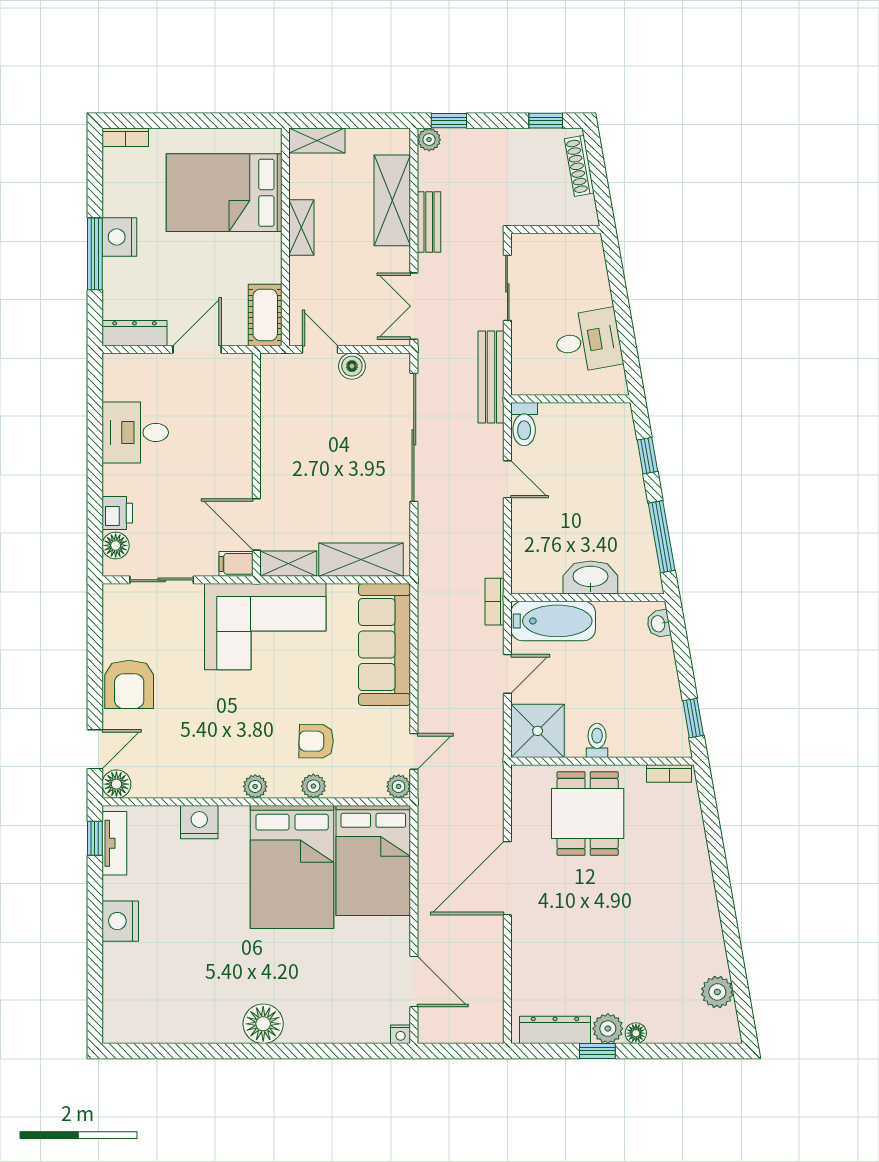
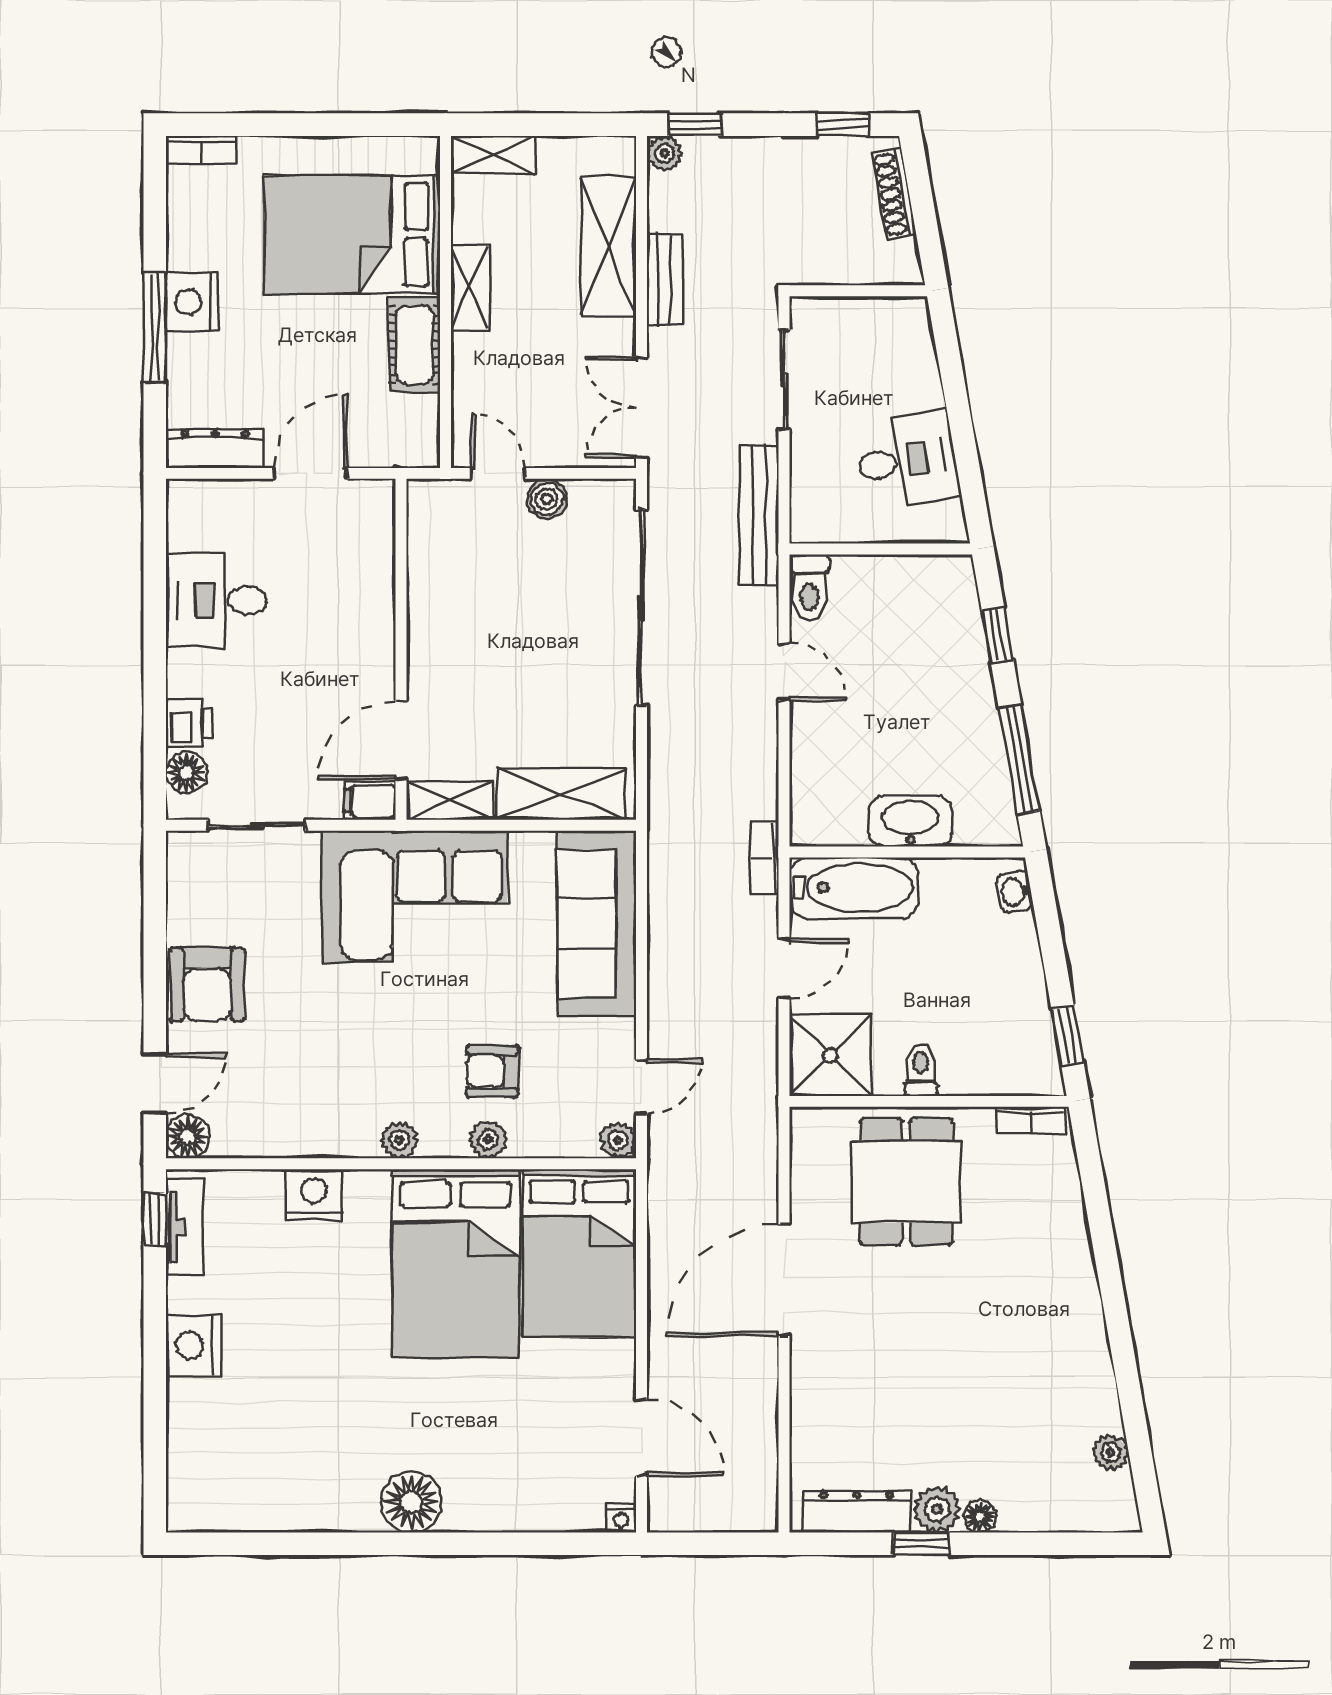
cot: (265, 315) -> (415, 345), moved
door: (256, 524) -> (401, 740), hinge flipped
plant: (717, 992) -> (1111, 1452), width x0.73, depth x0.73

